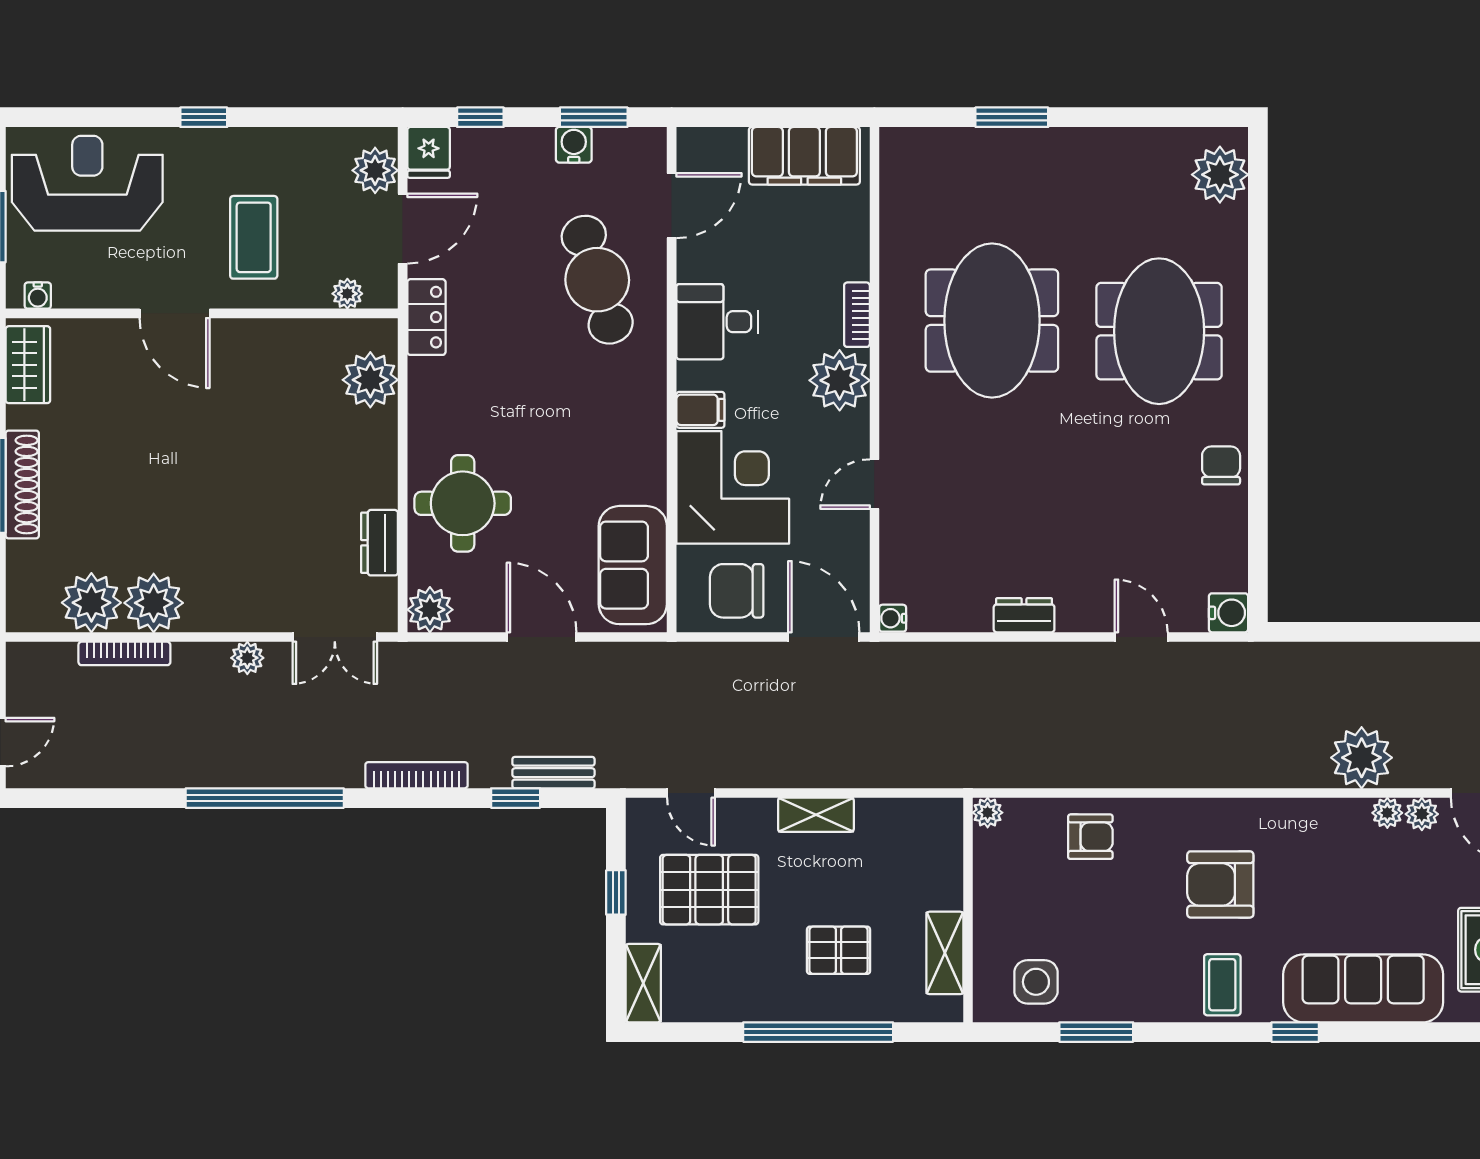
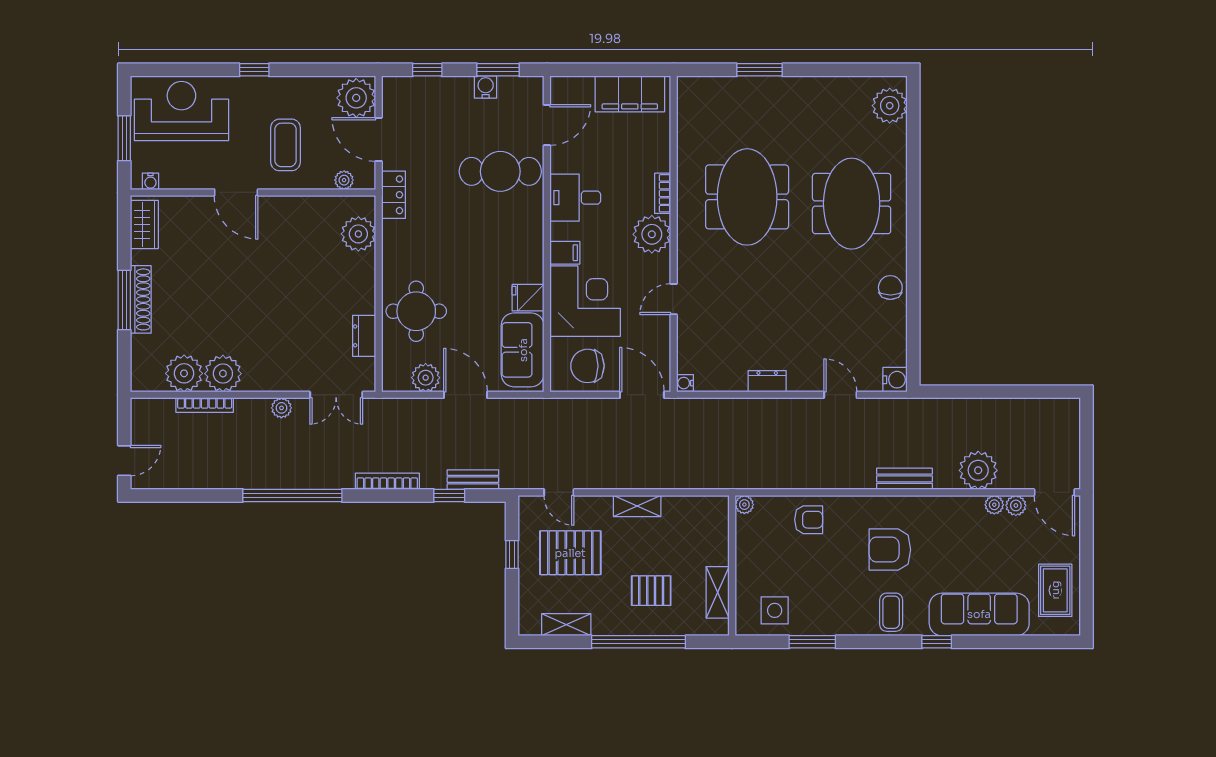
fridge: (429, 152) -> (528, 298), moved, turned 90
plant: (375, 170) -> (356, 98), width x1.36, depth x1.36
door: (403, 229) -> (379, 139), swing flipped
cafe table: (597, 280) -> (500, 171), turned -73
plant: (430, 610) -> (426, 378), moved
bench: (1244, 771) -> (904, 479), added
shelving: (643, 983) -> (566, 625), moved, turned 90

